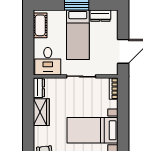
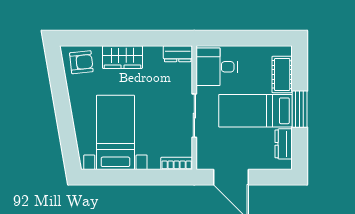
cot: (40, 25) -> (282, 74), moved, turned 90
wardrobe: (41, 112) -> (122, 57), moved

